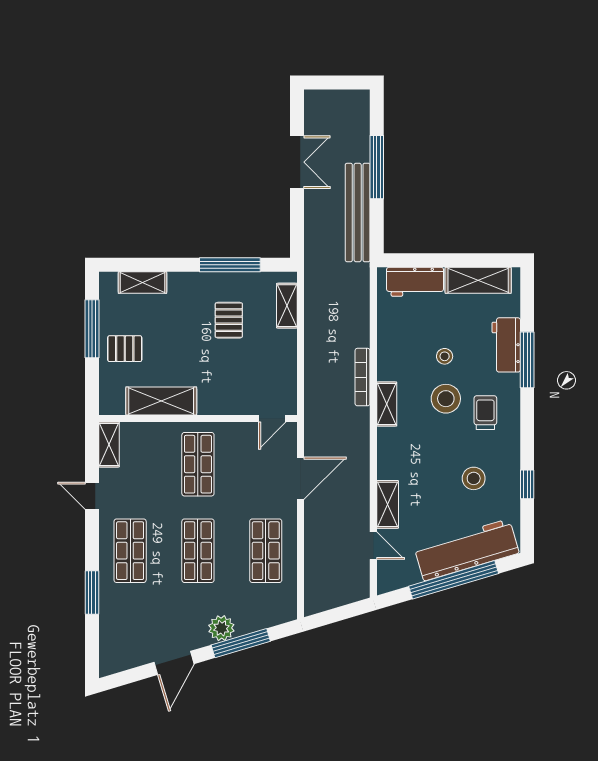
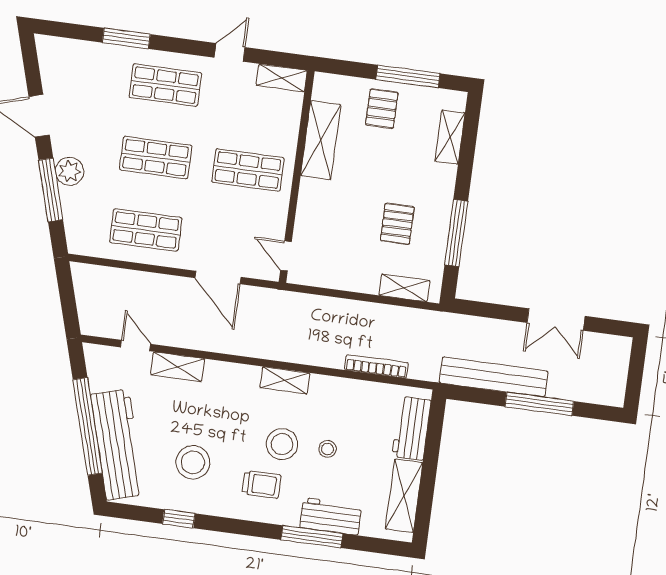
pallet: (229, 320) -> (397, 224), turned 90
bookcase: (363, 377) -> (376, 366), moved
stool: (474, 478) -> (193, 462), width x1.38, depth x1.38
door: (373, 546) -> (136, 346), swing flipped

